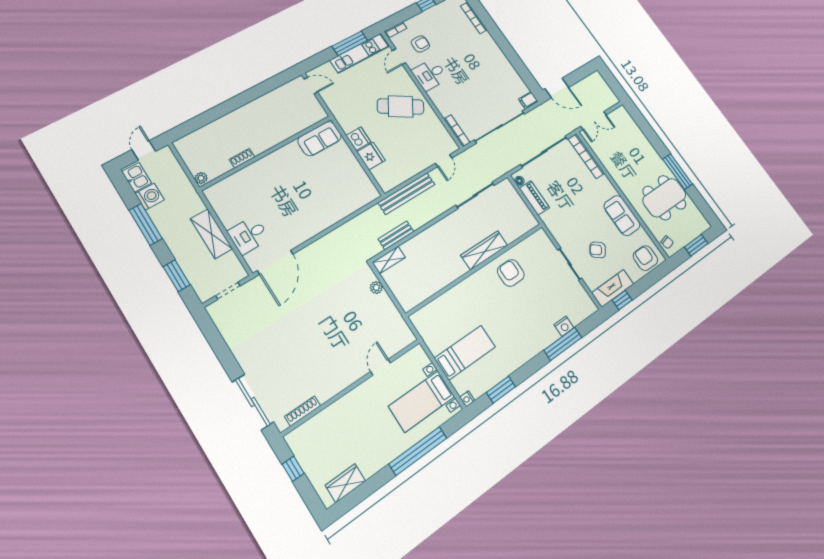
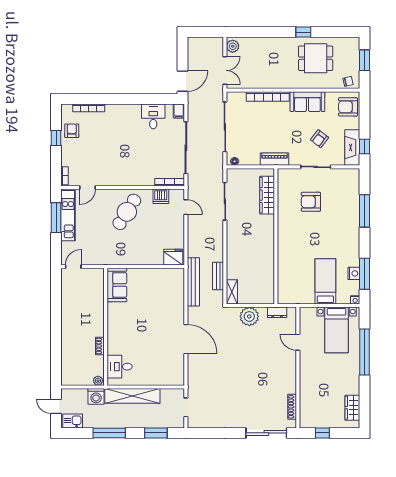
armchair: (420, 44) -> (72, 131), moved
door: (399, 57) -> (88, 188), hinge flipped
desk: (430, 75) -> (153, 116), moved, turned 180
plant: (619, 115) -> (233, 46), added
dishwasher: (358, 139) -> (161, 196), moved, turned 180
fridge: (371, 156) -> (173, 257), moved
bookcase: (586, 156) -> (268, 97), moved
window: (678, 172) -> (303, 32), width x0.46
bench: (407, 194) -> (193, 282), moved
washing machine: (150, 197) -> (96, 396), moved, turned 180
piano: (534, 198) -> (275, 159), moved
dining table: (664, 198) -> (316, 58), width x0.73
shelving: (211, 234) -> (132, 396), width x1.47
desk: (249, 235) -> (120, 367), moved, turned 90
wardrobe: (484, 250) -> (267, 195), moved
door: (275, 262) -> (186, 339), moved
armchair: (511, 273) -> (311, 202), moved
plant: (376, 287) -> (249, 316), width x1.88, depth x1.88
dresser: (398, 322) -> (277, 312), added
nightstand: (564, 326) -> (354, 273), moved
window: (501, 390) -> (365, 274), width x1.44

